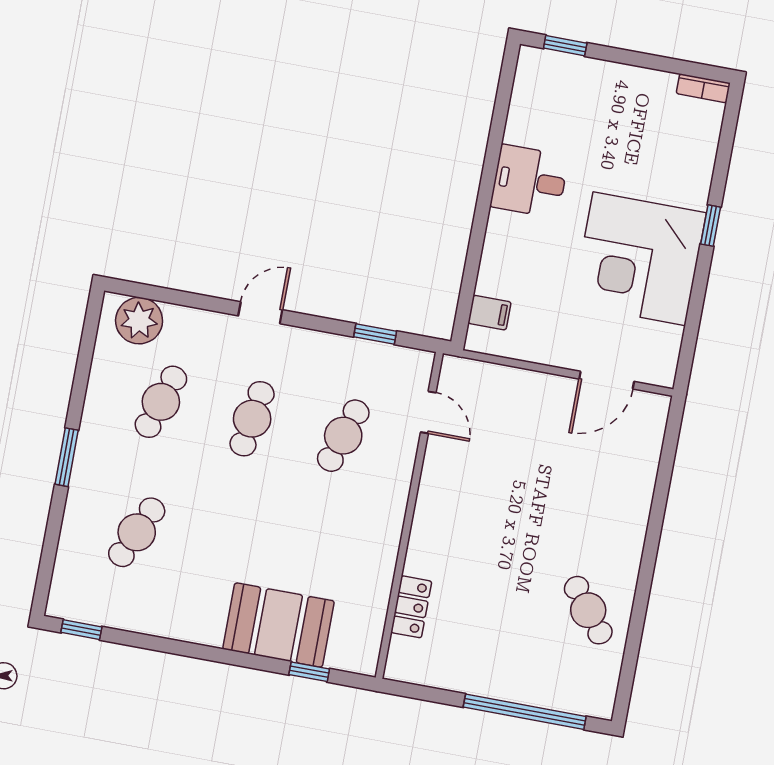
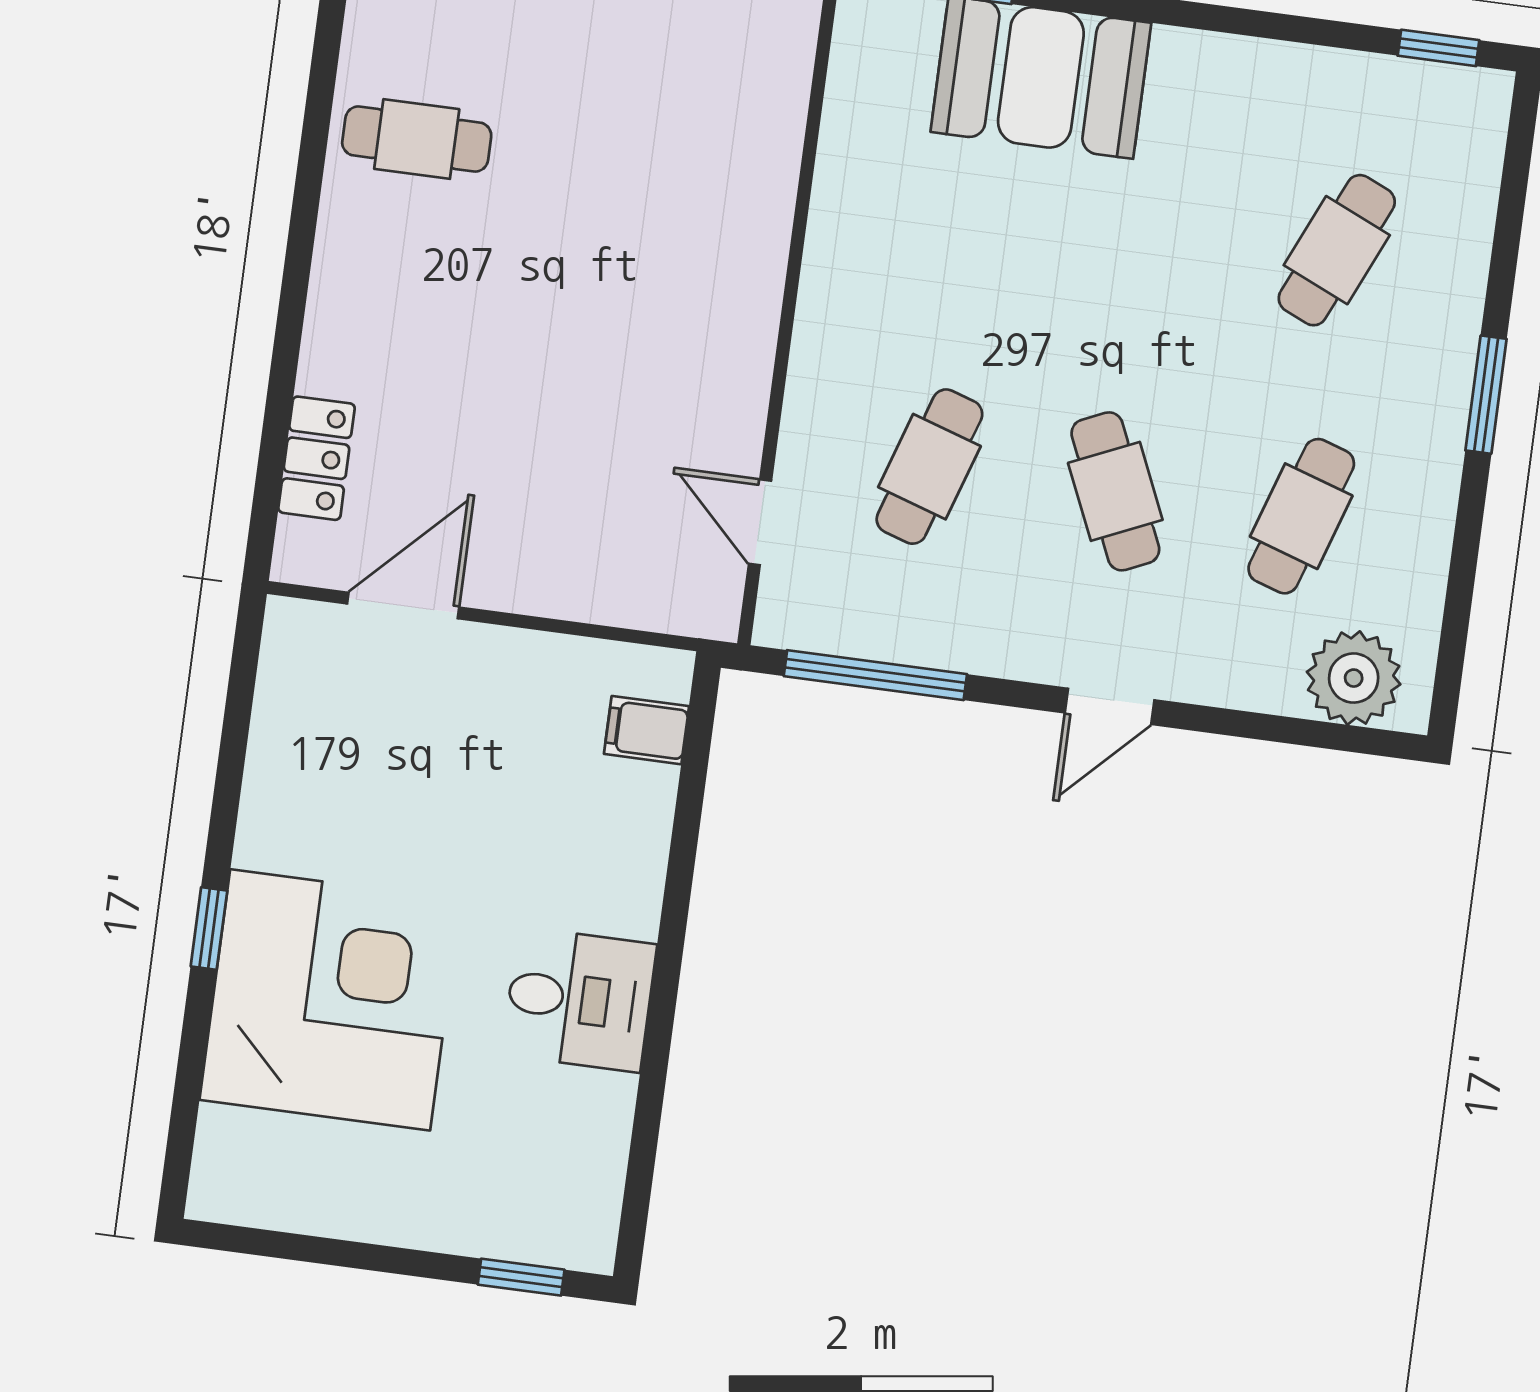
bookcase: (703, 88) -> (238, 1205), removed
corner desk: (639, 259) -> (330, 1000), moved
window: (375, 334) -> (875, 675), width x2.17
cafe table: (252, 419) -> (1115, 491), turned -33
locker: (411, 607) -> (317, 458), moved, turned 180
cafe table: (588, 610) -> (417, 139), turned -52

